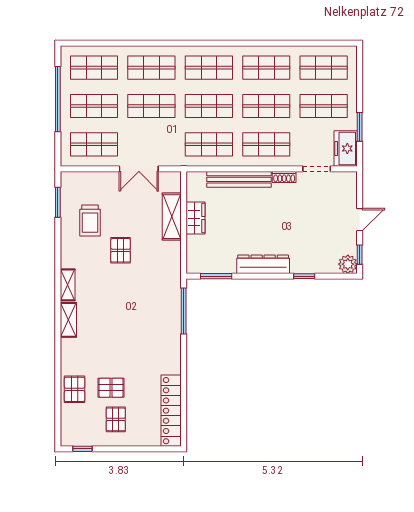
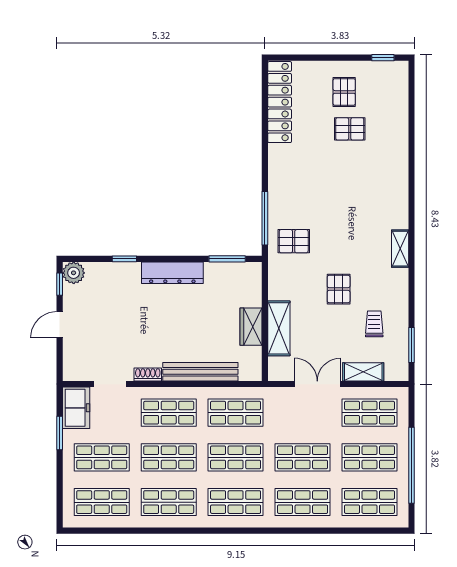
trolley: (90, 220) -> (374, 324), width x0.73, depth x0.72
shelving: (68, 320) -> (363, 372), moved, turned 90
pallet: (75, 389) -> (294, 241), moved, turned 90

